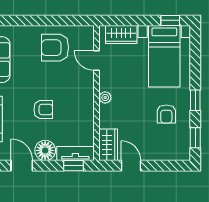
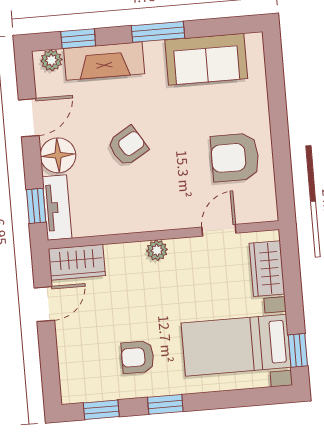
armchair: (55, 48) -> (235, 157), turned -90
armchair: (43, 110) -> (128, 146), turned -121

